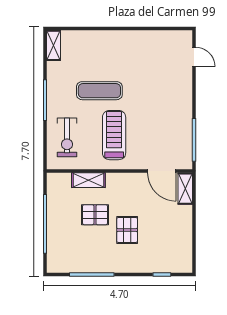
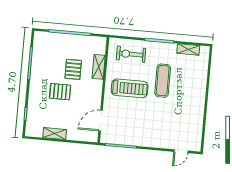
shelving: (54, 45) -> (188, 49), moved
shelving: (185, 189) -> (55, 134), moved

